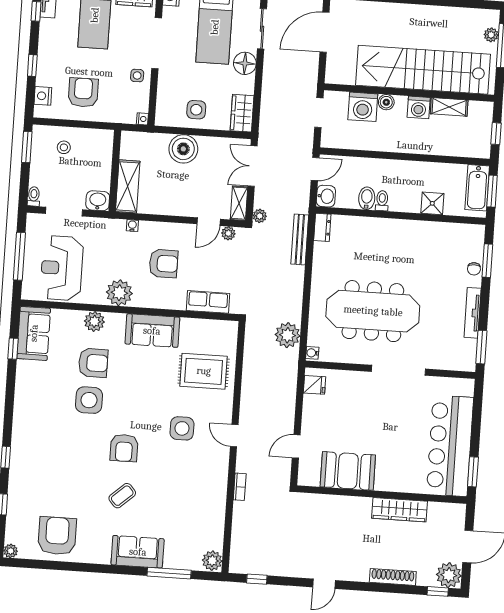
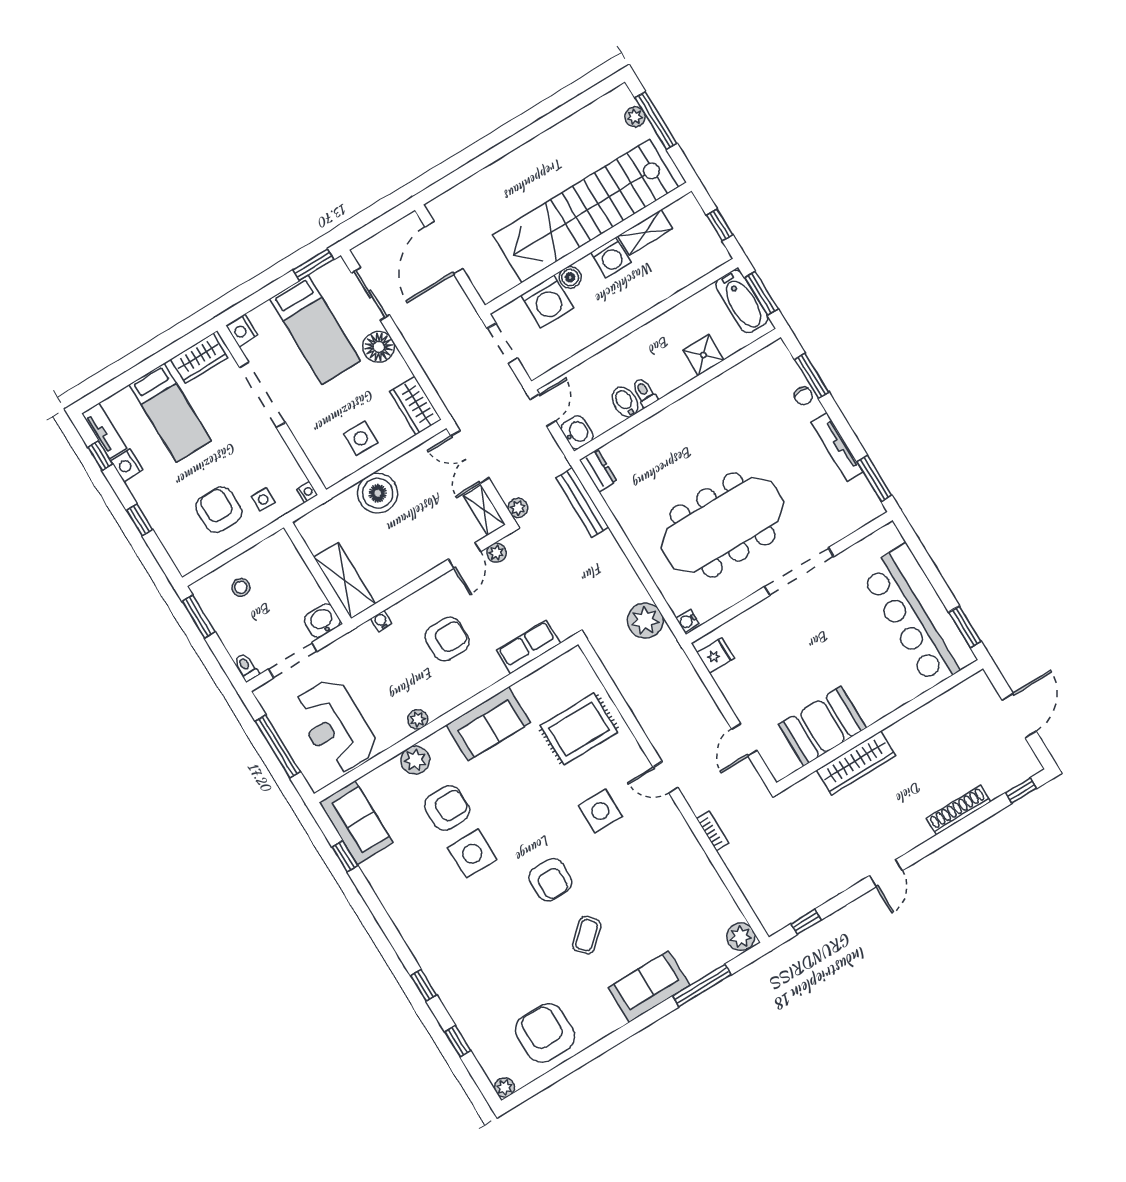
side table: (137, 75) -> (263, 499), moved
nightstand: (43, 96) -> (127, 465), moved
plant: (119, 293) -> (418, 719), width x0.53, depth x0.53
wardrobe: (400, 510) -> (856, 763), moved
plant: (449, 575) -> (1020, 763), removed

